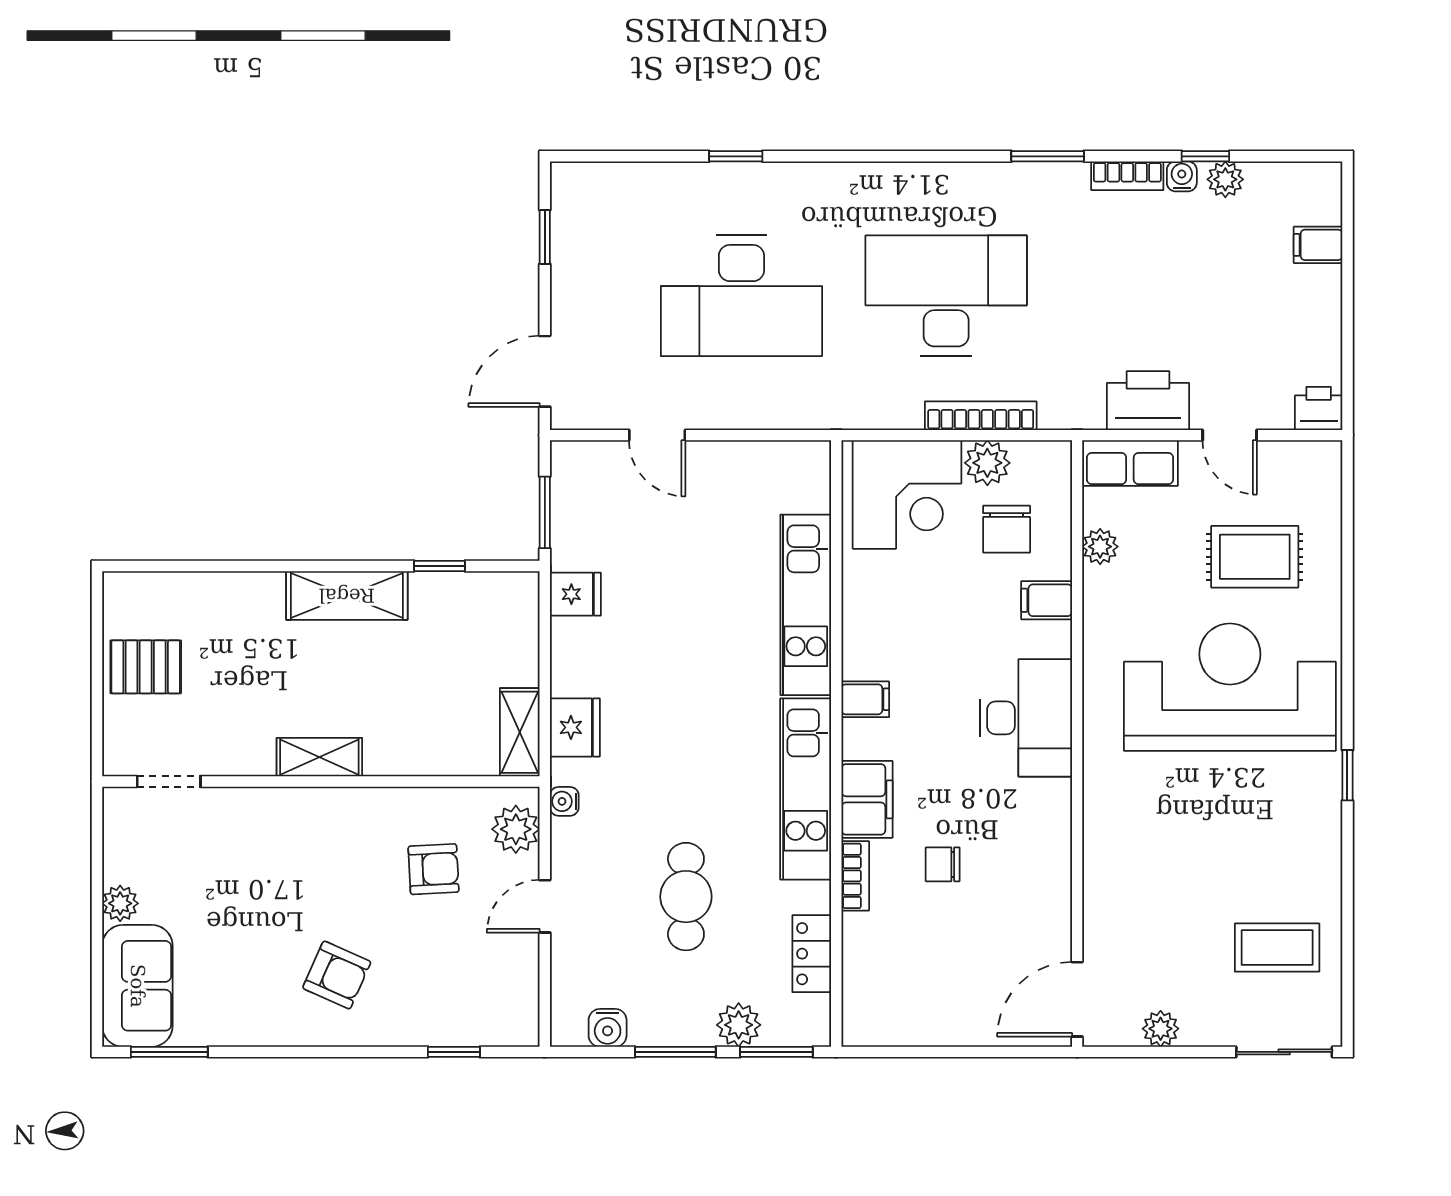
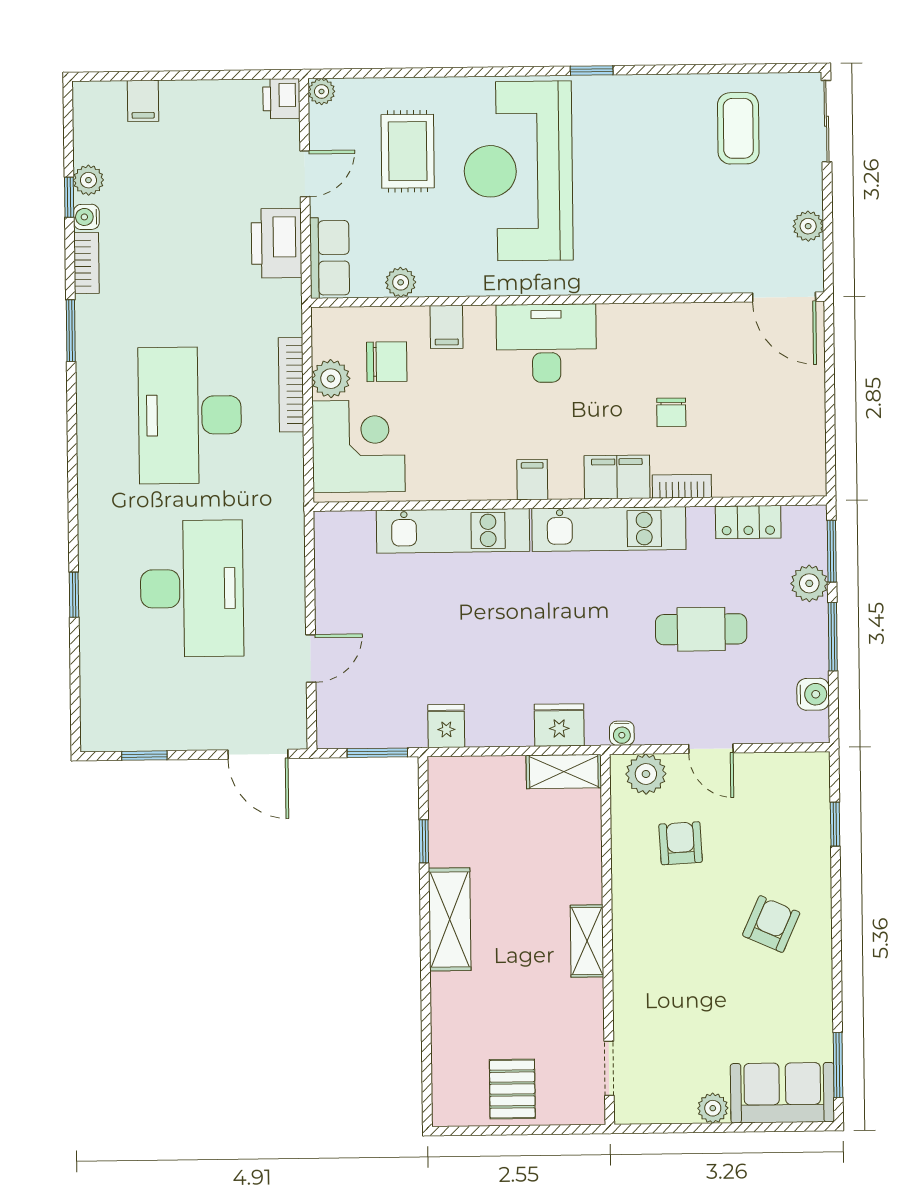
plant: (1327, 456) -> (322, 91), added

